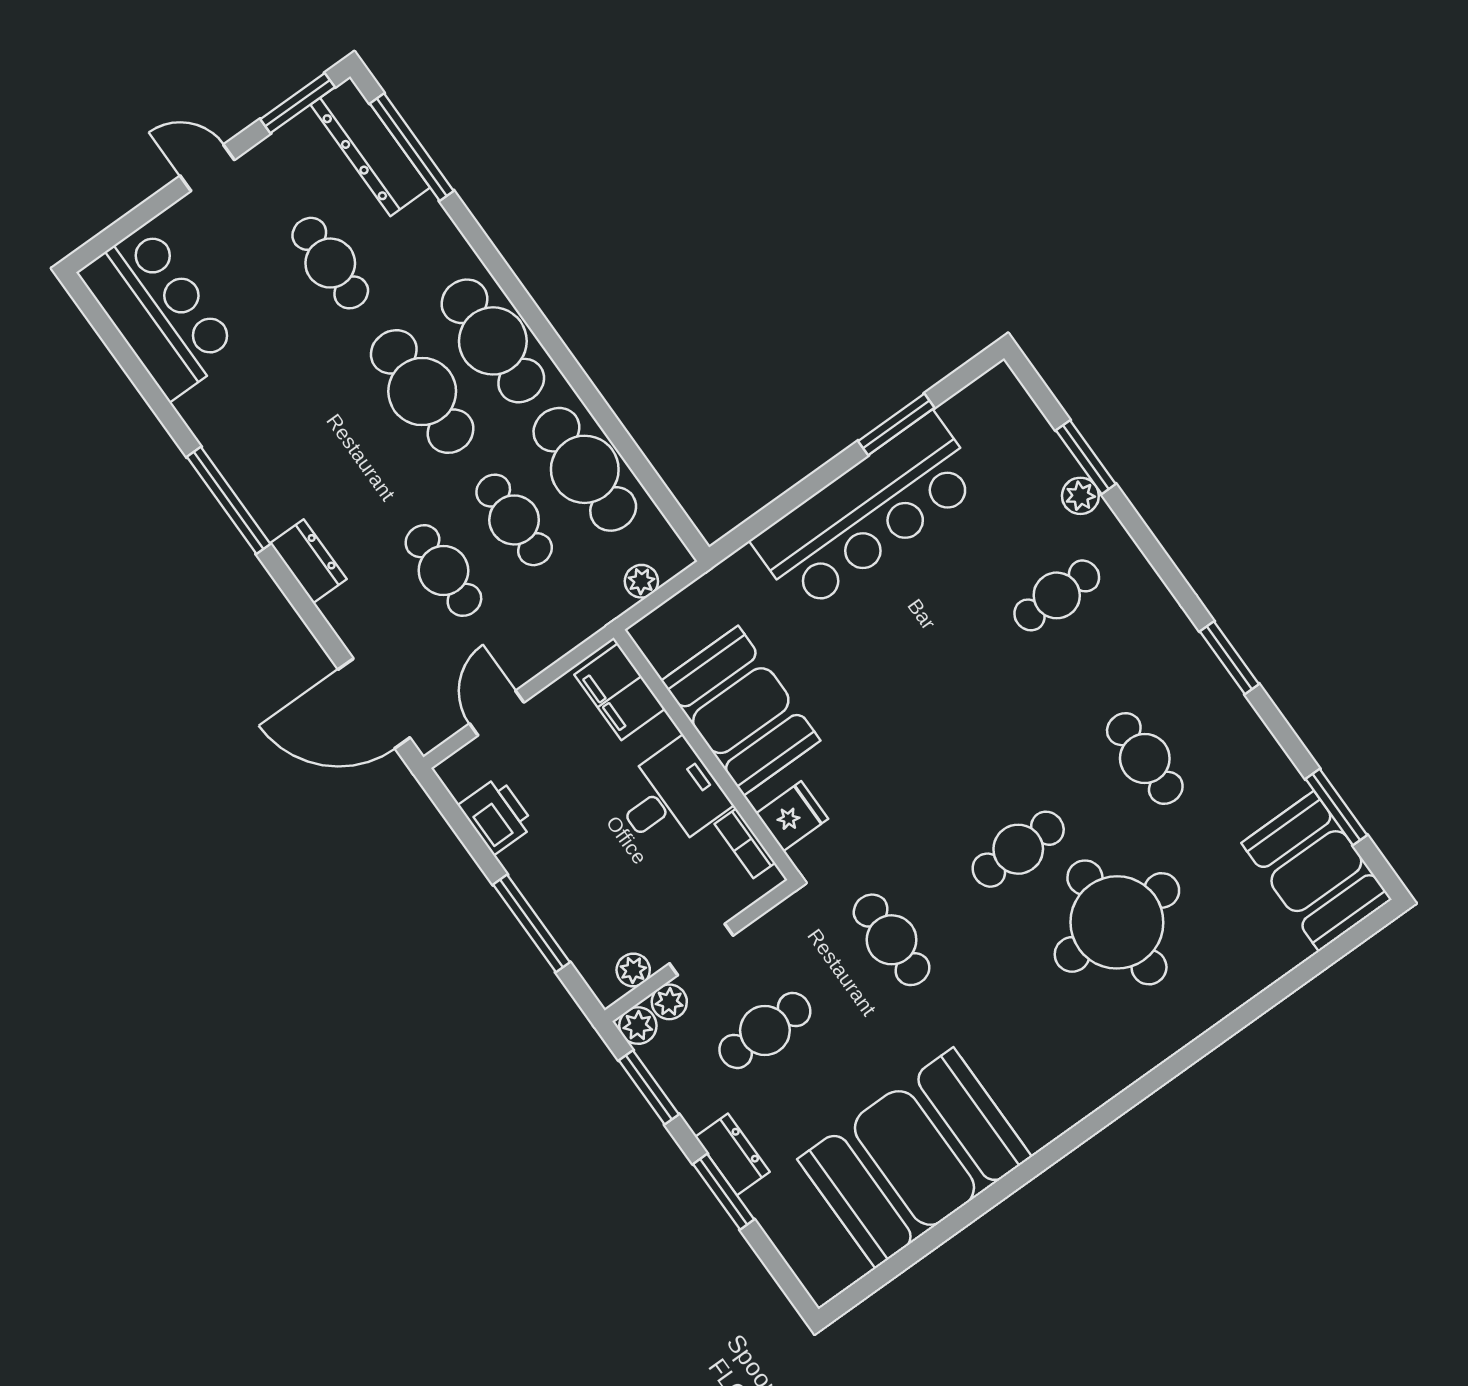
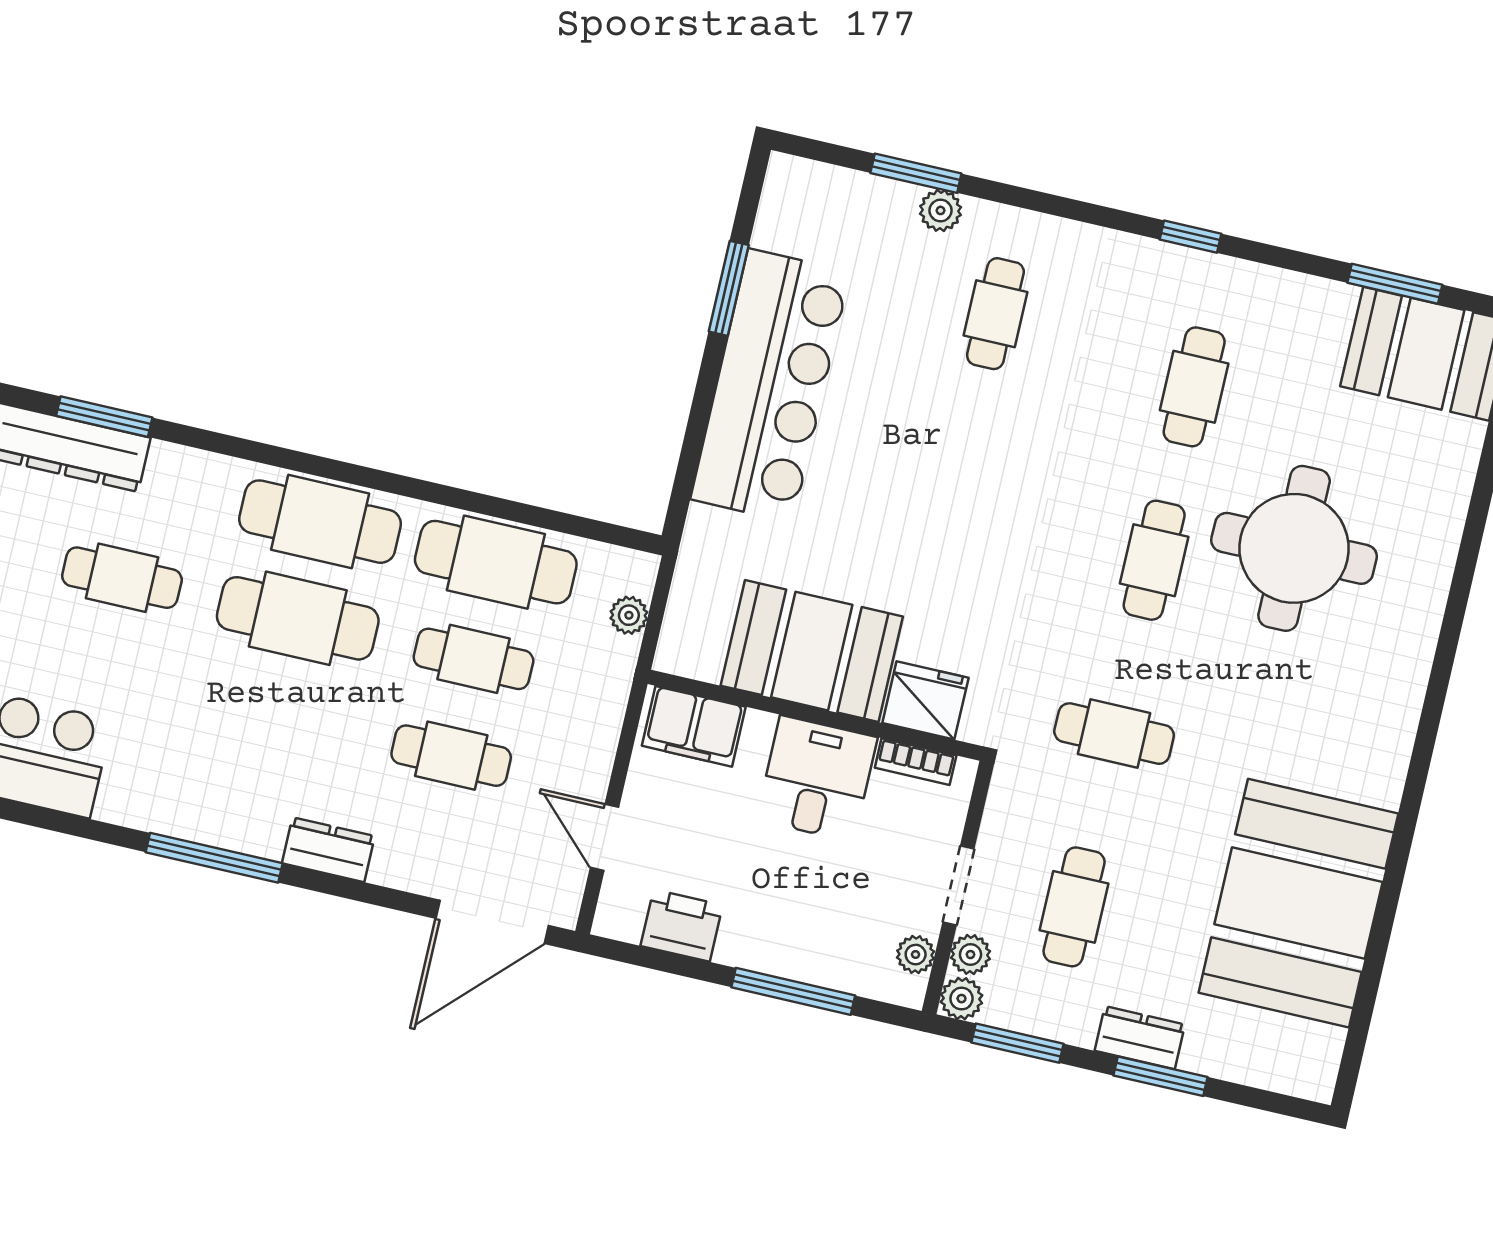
window: (412, 147) -> (104, 417), width x0.69
window: (1229, 658) -> (1190, 237), width x0.67
cafe table: (1145, 758) -> (1194, 387), turned 90
fridge: (792, 816) -> (925, 700), width x1.38

